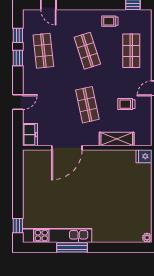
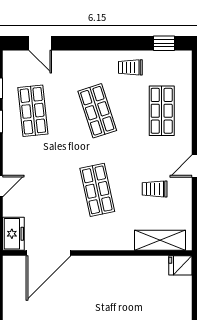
shelving: (117, 139) -> (160, 240), moved
door: (67, 148) -> (49, 253), moved

